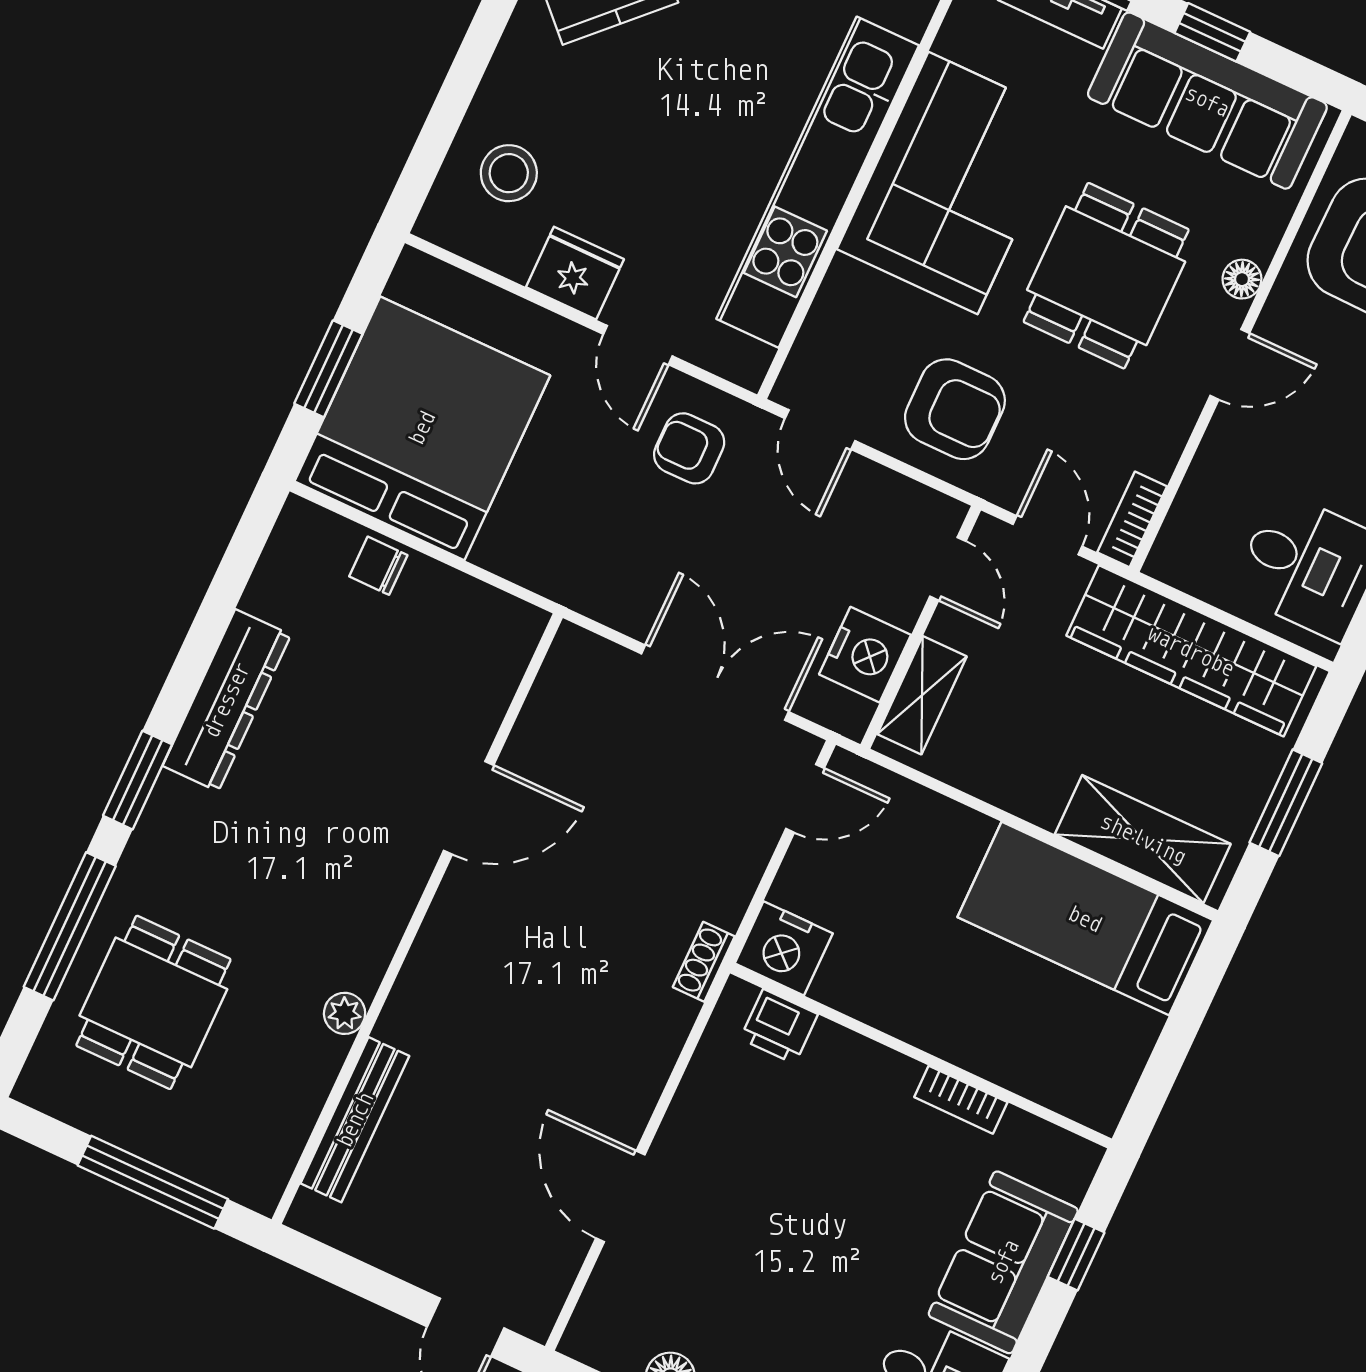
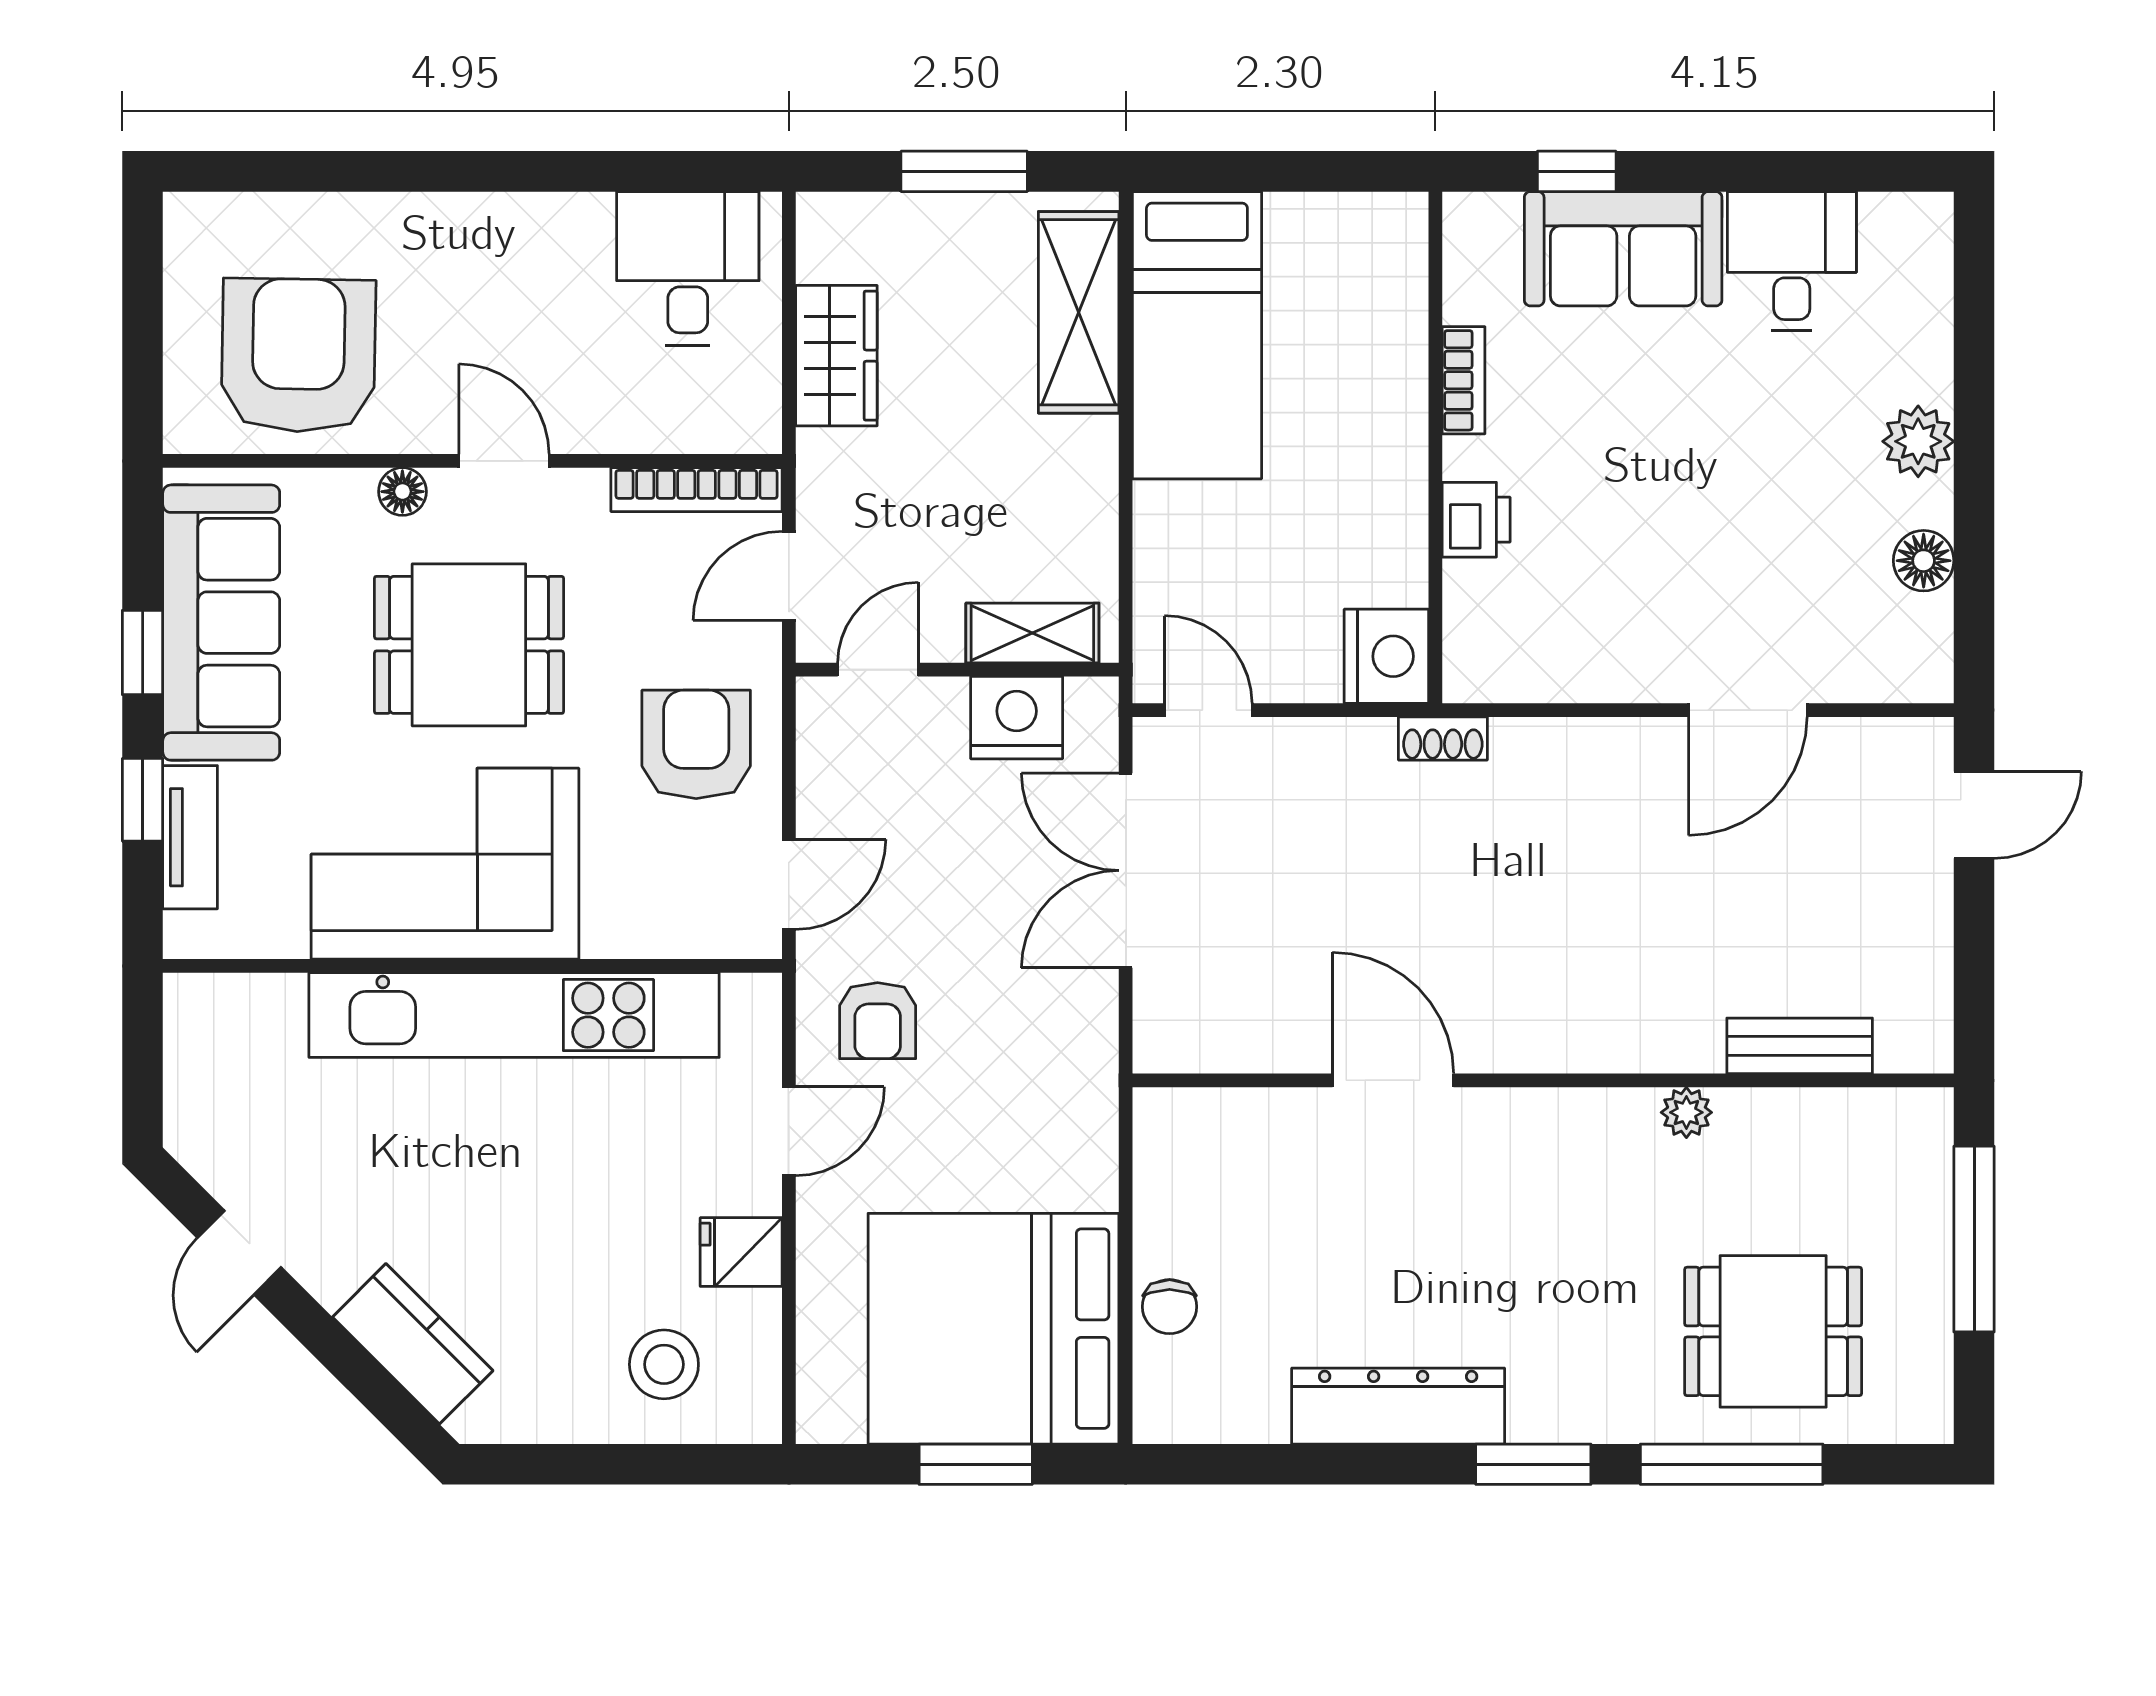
fridge: (575, 273) -> (741, 1252), width x0.72
bookcase: (1132, 519) -> (697, 490), width x1.56
wardrobe: (1191, 651) -> (836, 356), width x0.48, depth x0.85
printer: (779, 1027) -> (1476, 520), moved
bench: (355, 1120) -> (1800, 1046), width x0.73

